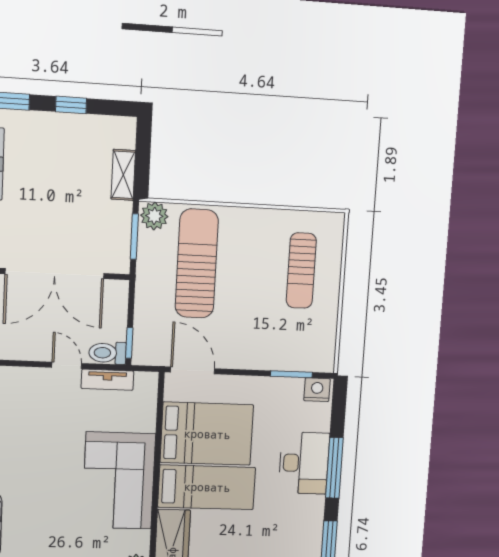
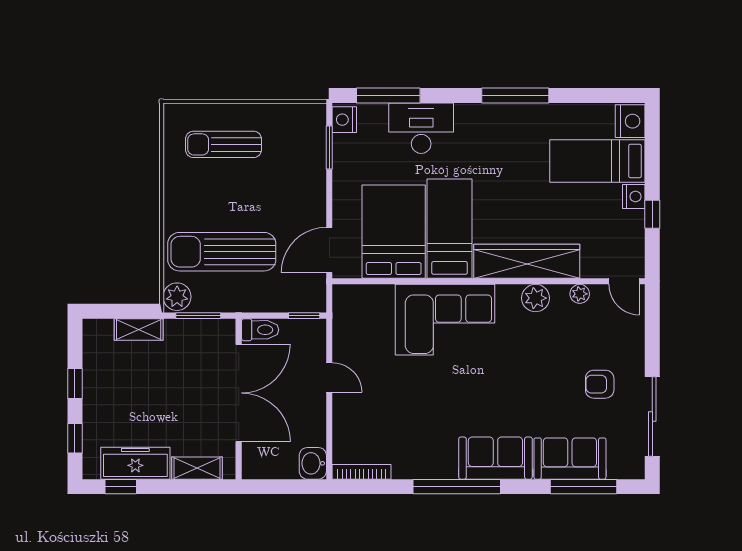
sun lounger: (301, 271) -> (223, 144), turned 180
toilet: (108, 353) -> (260, 330), moved, turned -90
door: (67, 365) -> (329, 377), swing flipped
tv unit: (107, 380) -> (342, 336), removed
window: (334, 468) -> (388, 96), moved

